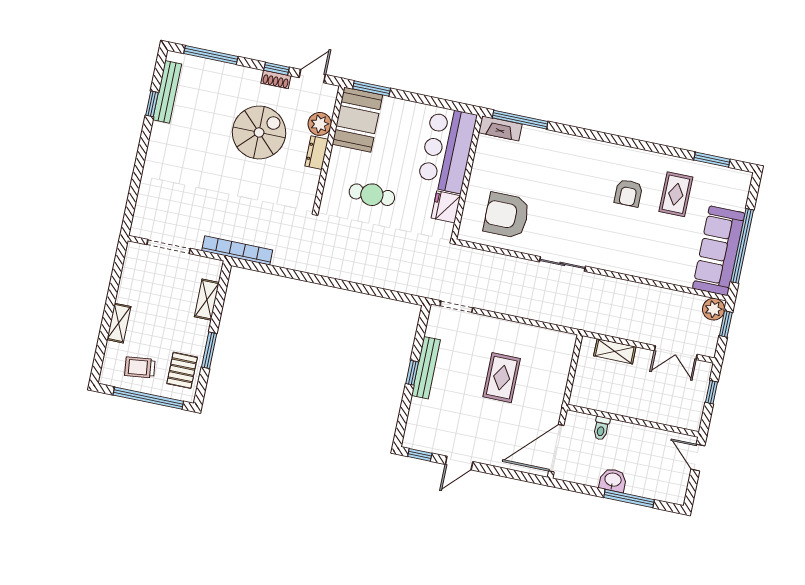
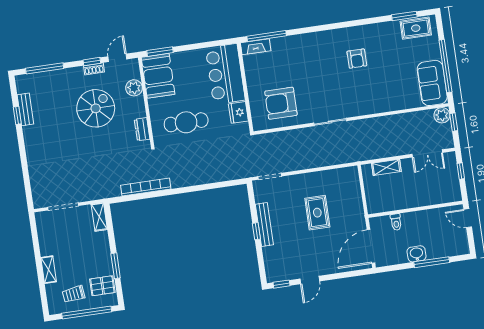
bench: (167, 92) -> (25, 109), width x0.73
dresser: (317, 153) -> (142, 129), moved
rug: (676, 194) -> (416, 28), moved, turned 90
cafe table: (372, 195) -> (186, 122), width x1.37, depth x1.35
bookcase: (237, 250) -> (146, 187), moved
sofa: (719, 251) -> (432, 83), width x0.73
shelving: (207, 300) -> (99, 217), moved
pallet: (182, 370) -> (102, 286), turned 90

